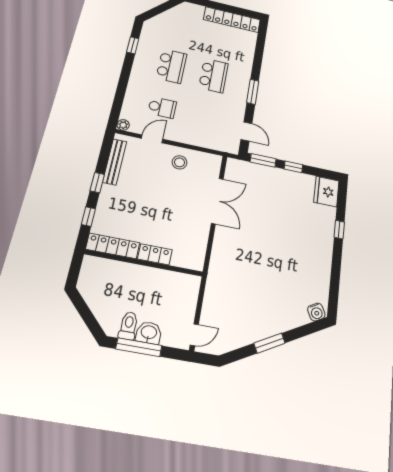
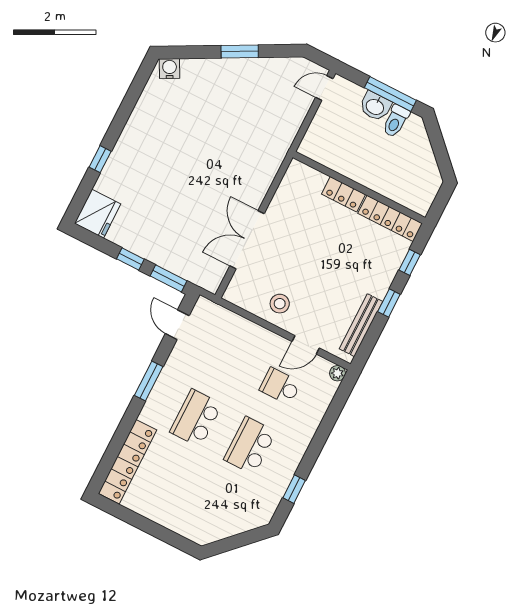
locker: (232, 20) -> (128, 462), moved, turned 90

